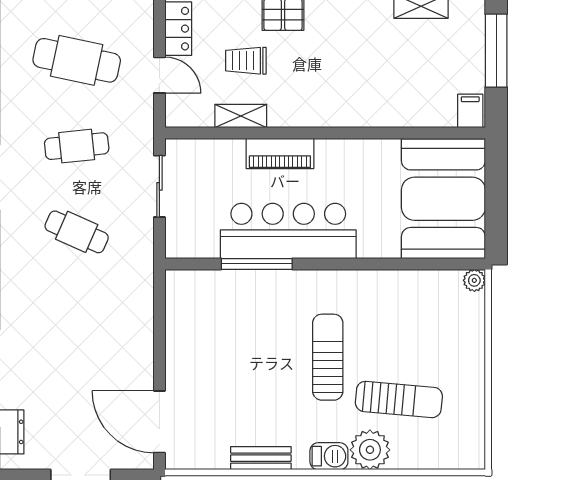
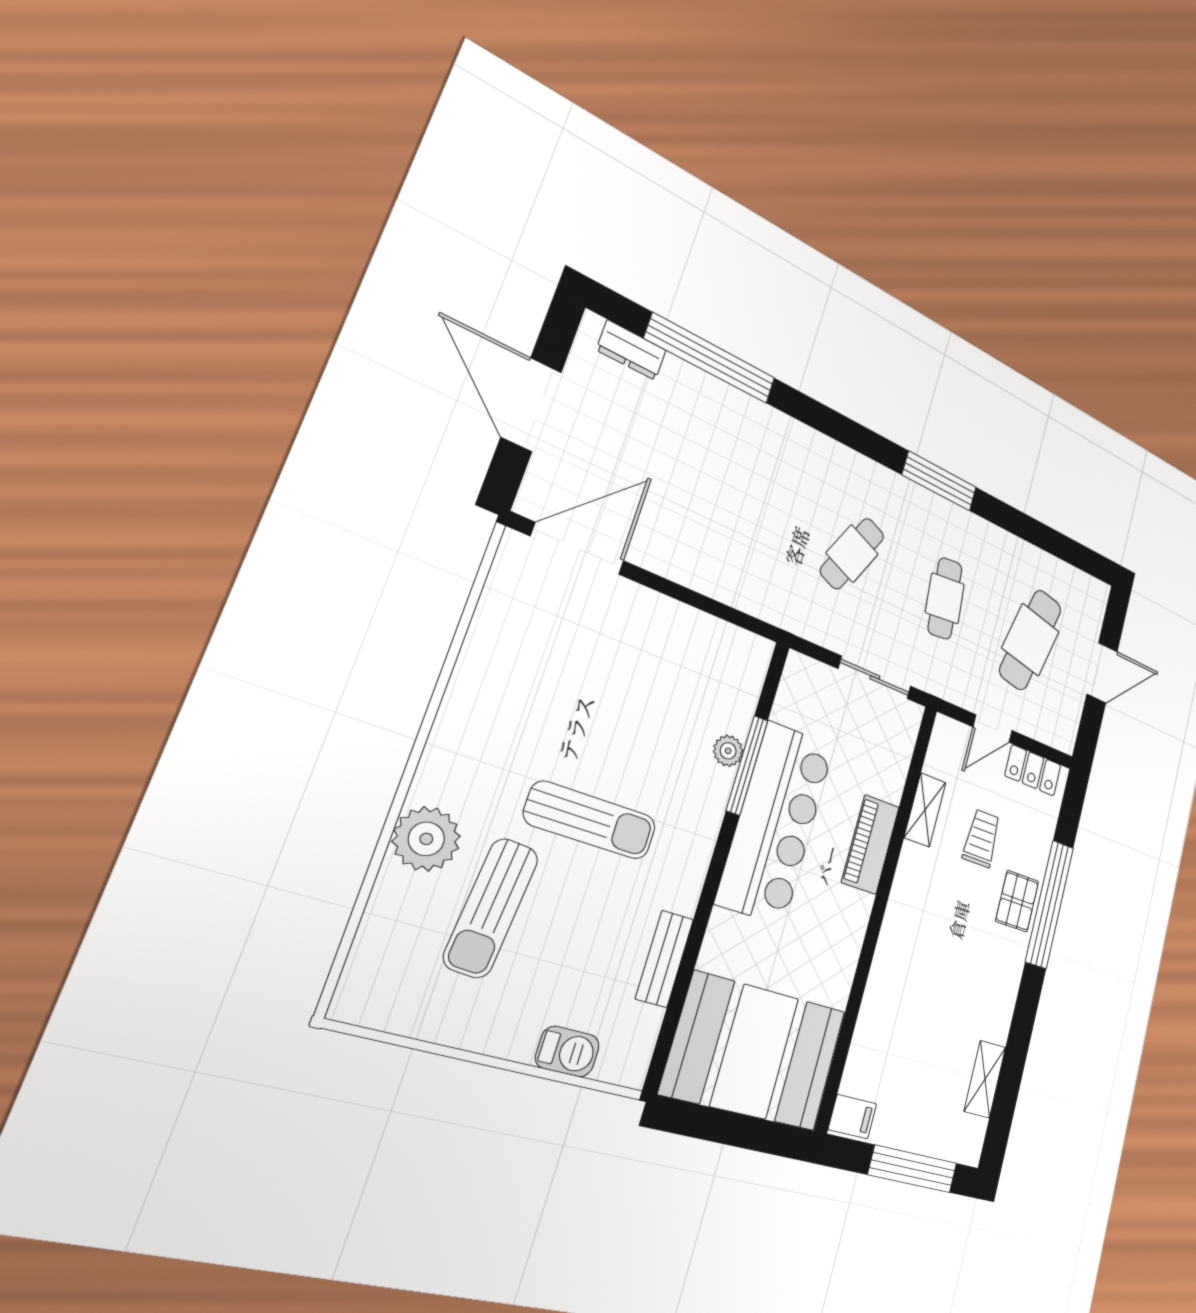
plant: (474, 280) -> (728, 751), moved
barbecue: (329, 456) -> (567, 1052), moved, turned -90
bench: (261, 458) -> (664, 959), moved

